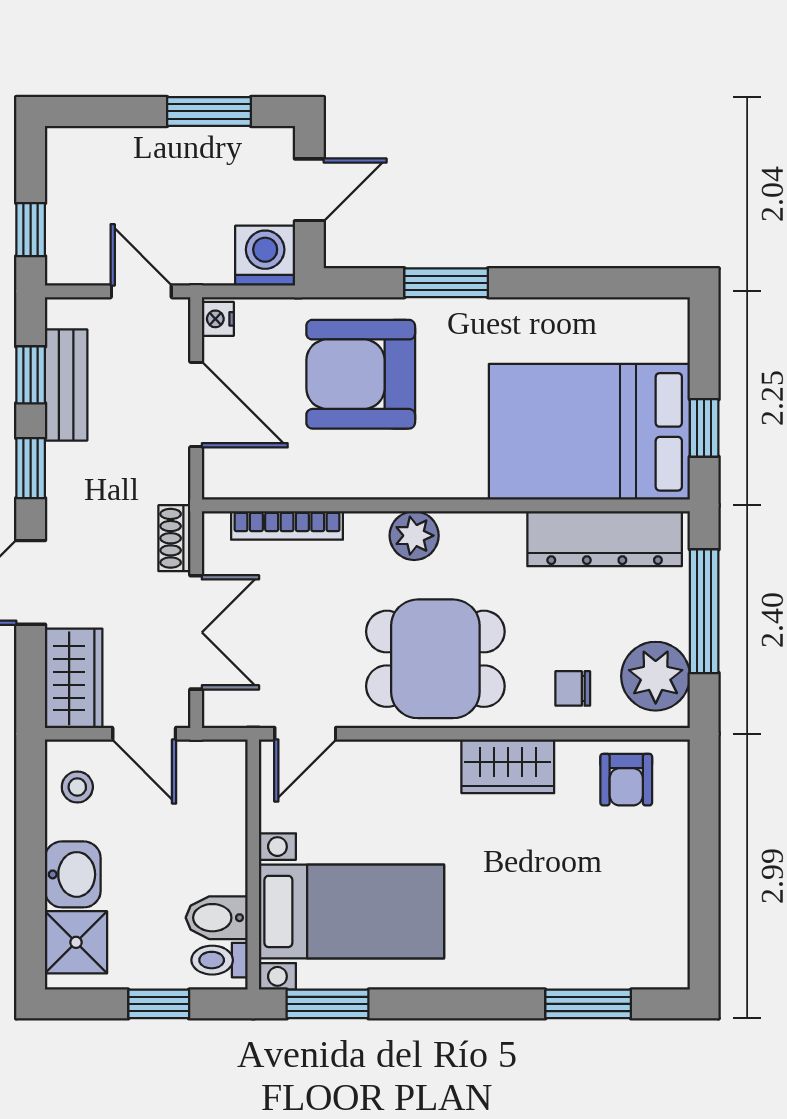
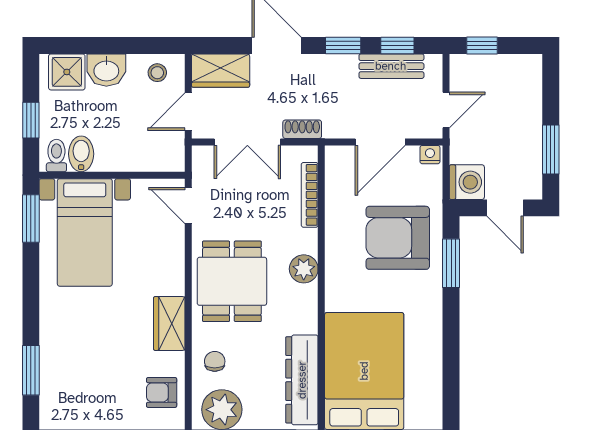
window: (446, 283) -> (451, 263), moved
armchair: (361, 374) -> (398, 238), turned -90

